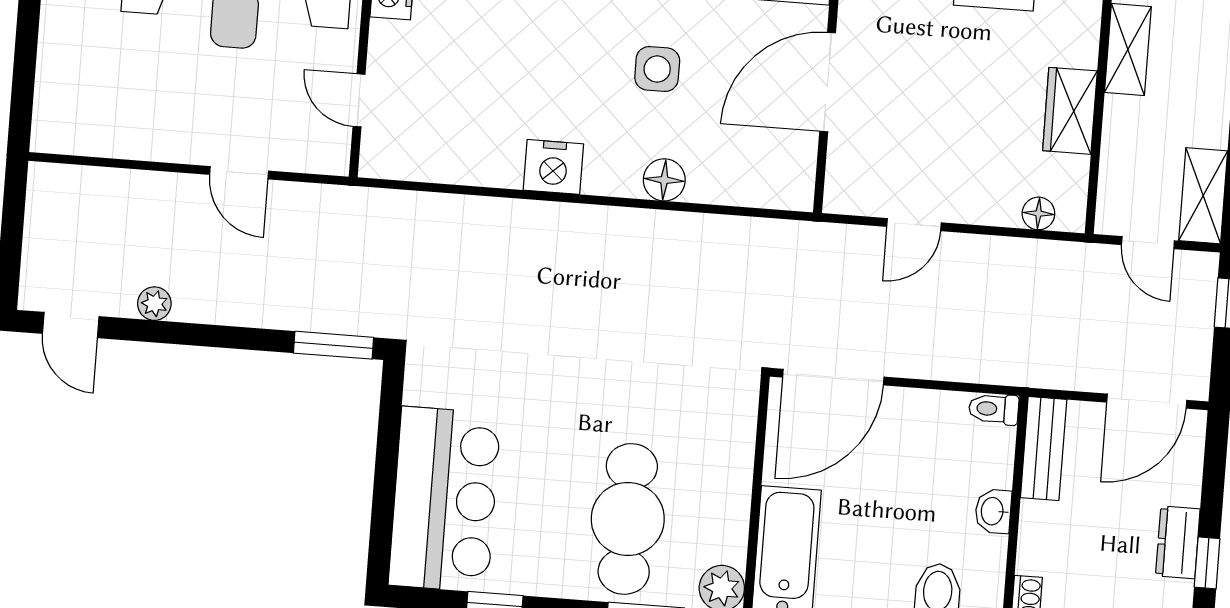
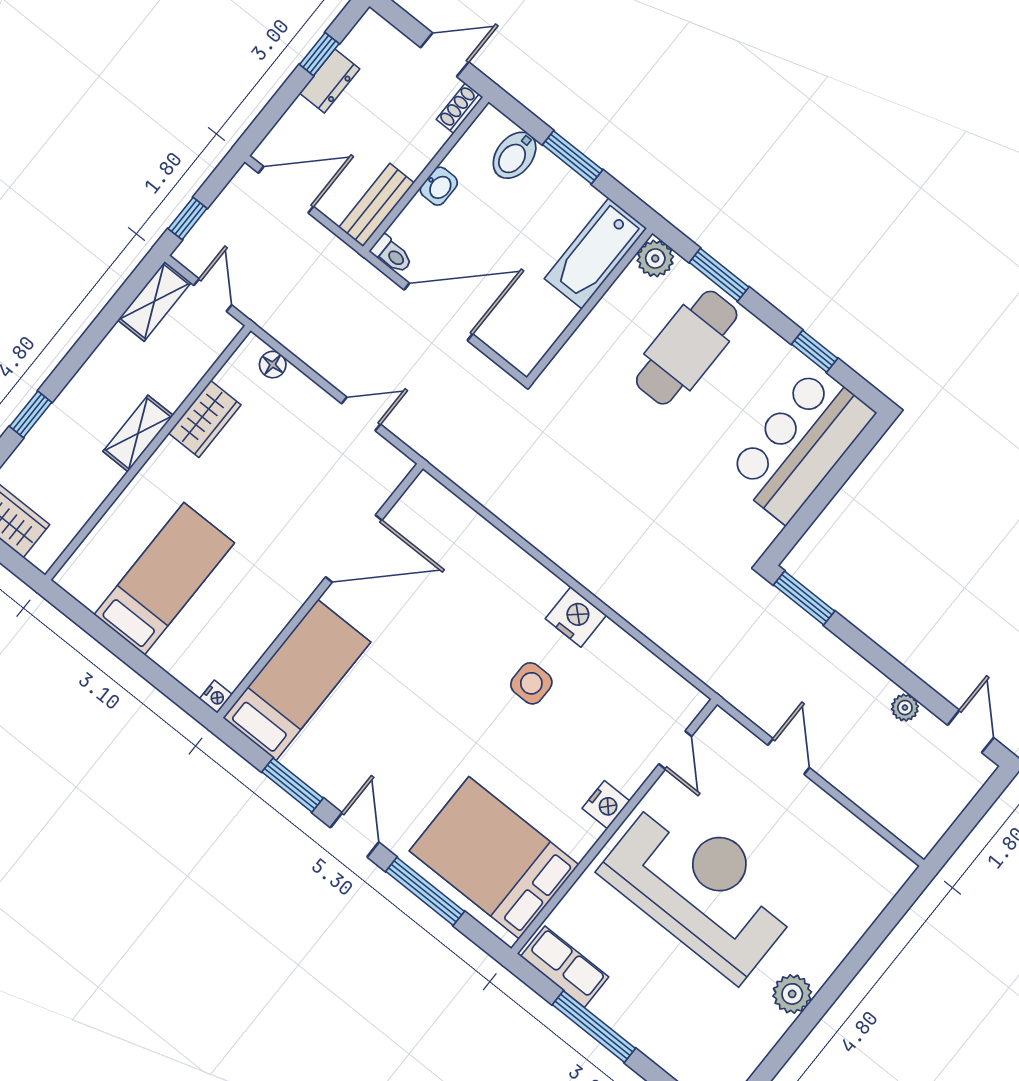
side table: (657, 69) -> (531, 683), moved
floor lamp: (664, 180) -> (508, 558), removed
door: (833, 377) -> (438, 312), moved

